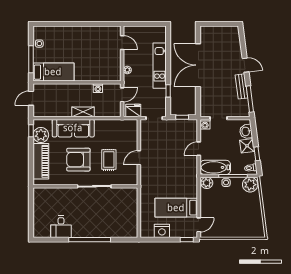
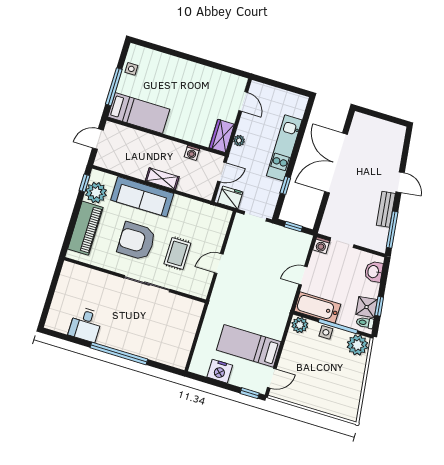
wardrobe: (115, 71) -> (222, 136), added
shower: (247, 146) -> (367, 307), moved

